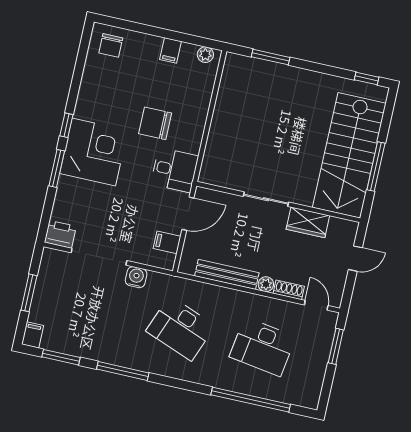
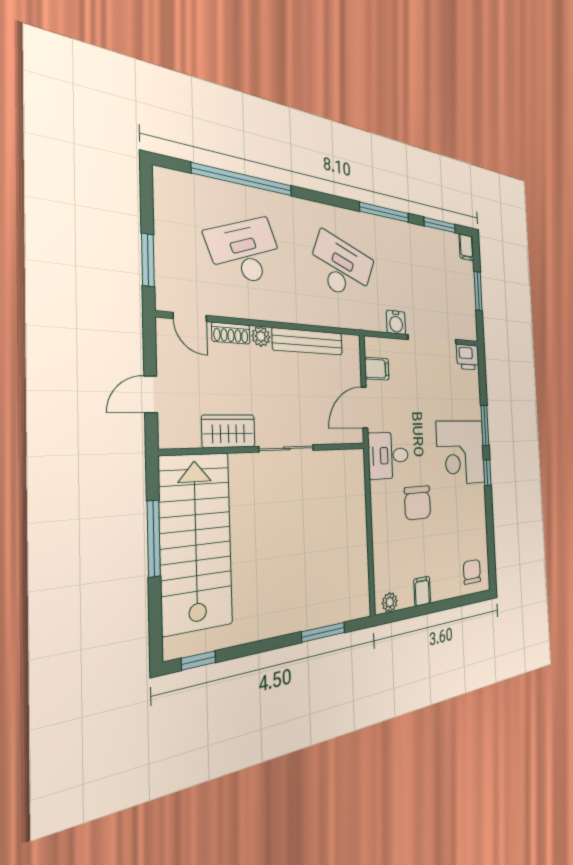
chair: (155, 123) -> (418, 503), turned 90
desk: (263, 347) -> (245, 252), turned -30

